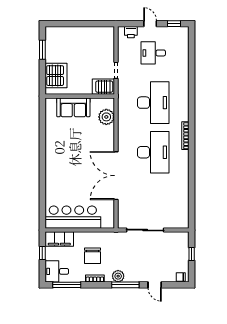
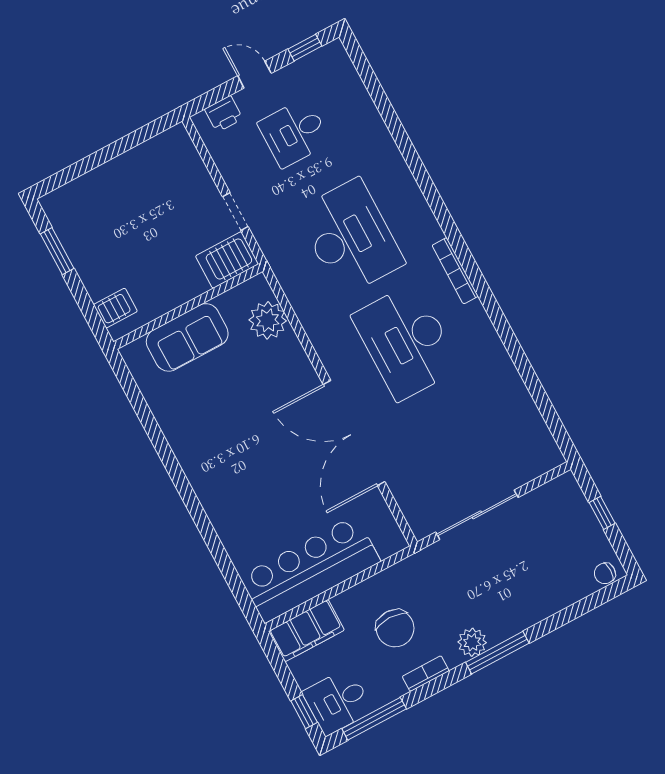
server rack: (56, 76) -> (115, 308), width x0.46, depth x0.70
desk: (153, 152) -> (406, 342), turned 180
window: (42, 253) -> (304, 712), moved
door: (155, 285) -> (559, 619), removed

